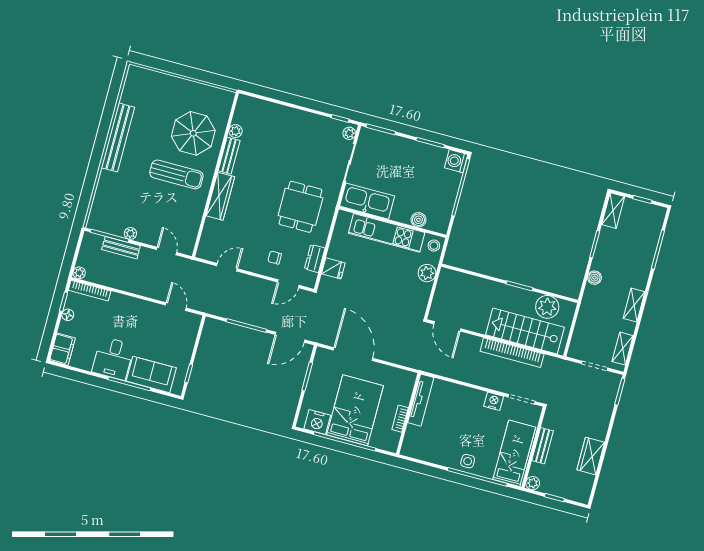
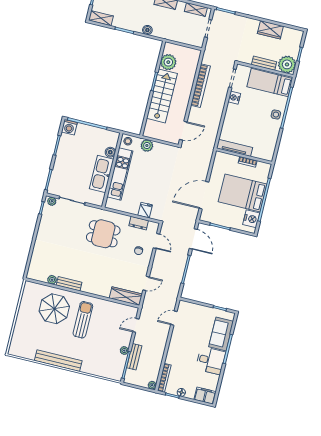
wardrobe: (220, 196) -> (126, 296), moved
kitchen sink: (367, 201) -> (102, 174), moved
door: (227, 267) -> (146, 283), swing flipped
stairs: (525, 331) -> (162, 96), moved, turned 180
plant: (533, 483) -> (287, 64), width x1.88, depth x1.88

